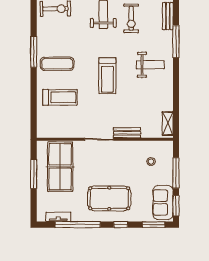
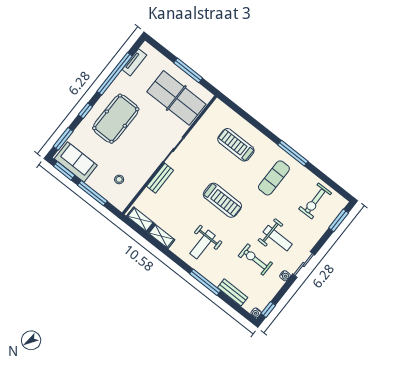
exercise mat: (57, 64) -> (274, 178), moved
treadmill: (107, 76) -> (222, 200), turned 180
treadmill: (60, 97) -> (236, 145), turned 90
shelving: (168, 99) -> (161, 236), added

